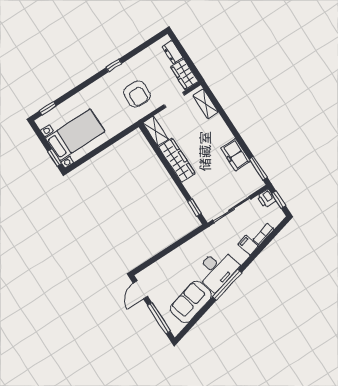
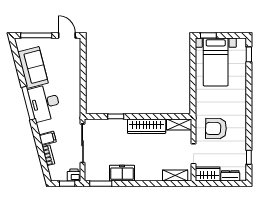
window: (114, 65) -> (249, 157), moved
window: (194, 207) -> (116, 116), moved

